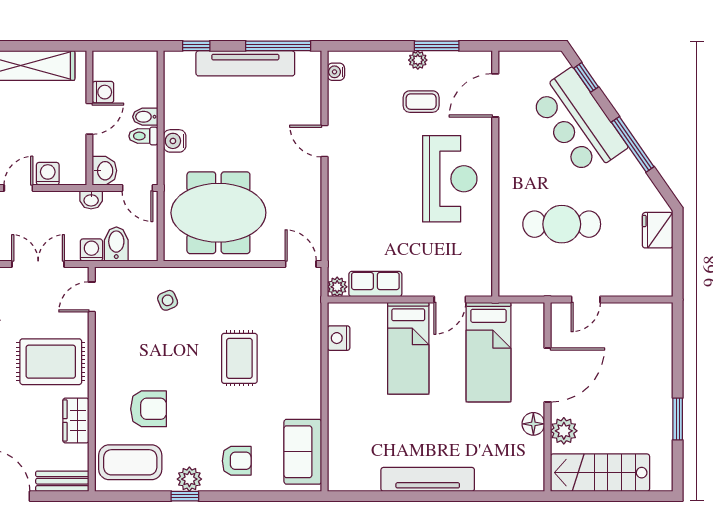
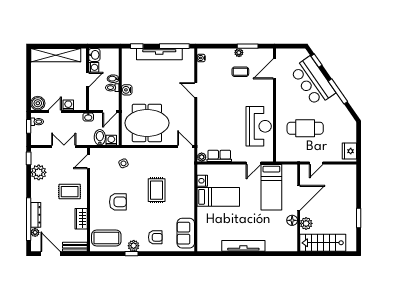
washbasin: (104, 171) -> (94, 55), moved
reception desk: (450, 179) -> (259, 126), moved
door: (137, 188) -> (110, 112), hinge flipped
fridge: (658, 230) -> (349, 151), moved
washing machine: (91, 250) -> (111, 140), moved
bed: (408, 348) -> (218, 197), moved, turned -90
rug: (51, 362) -> (70, 192), width x0.73, depth x0.70
armchair: (149, 409) -> (118, 202), moved

